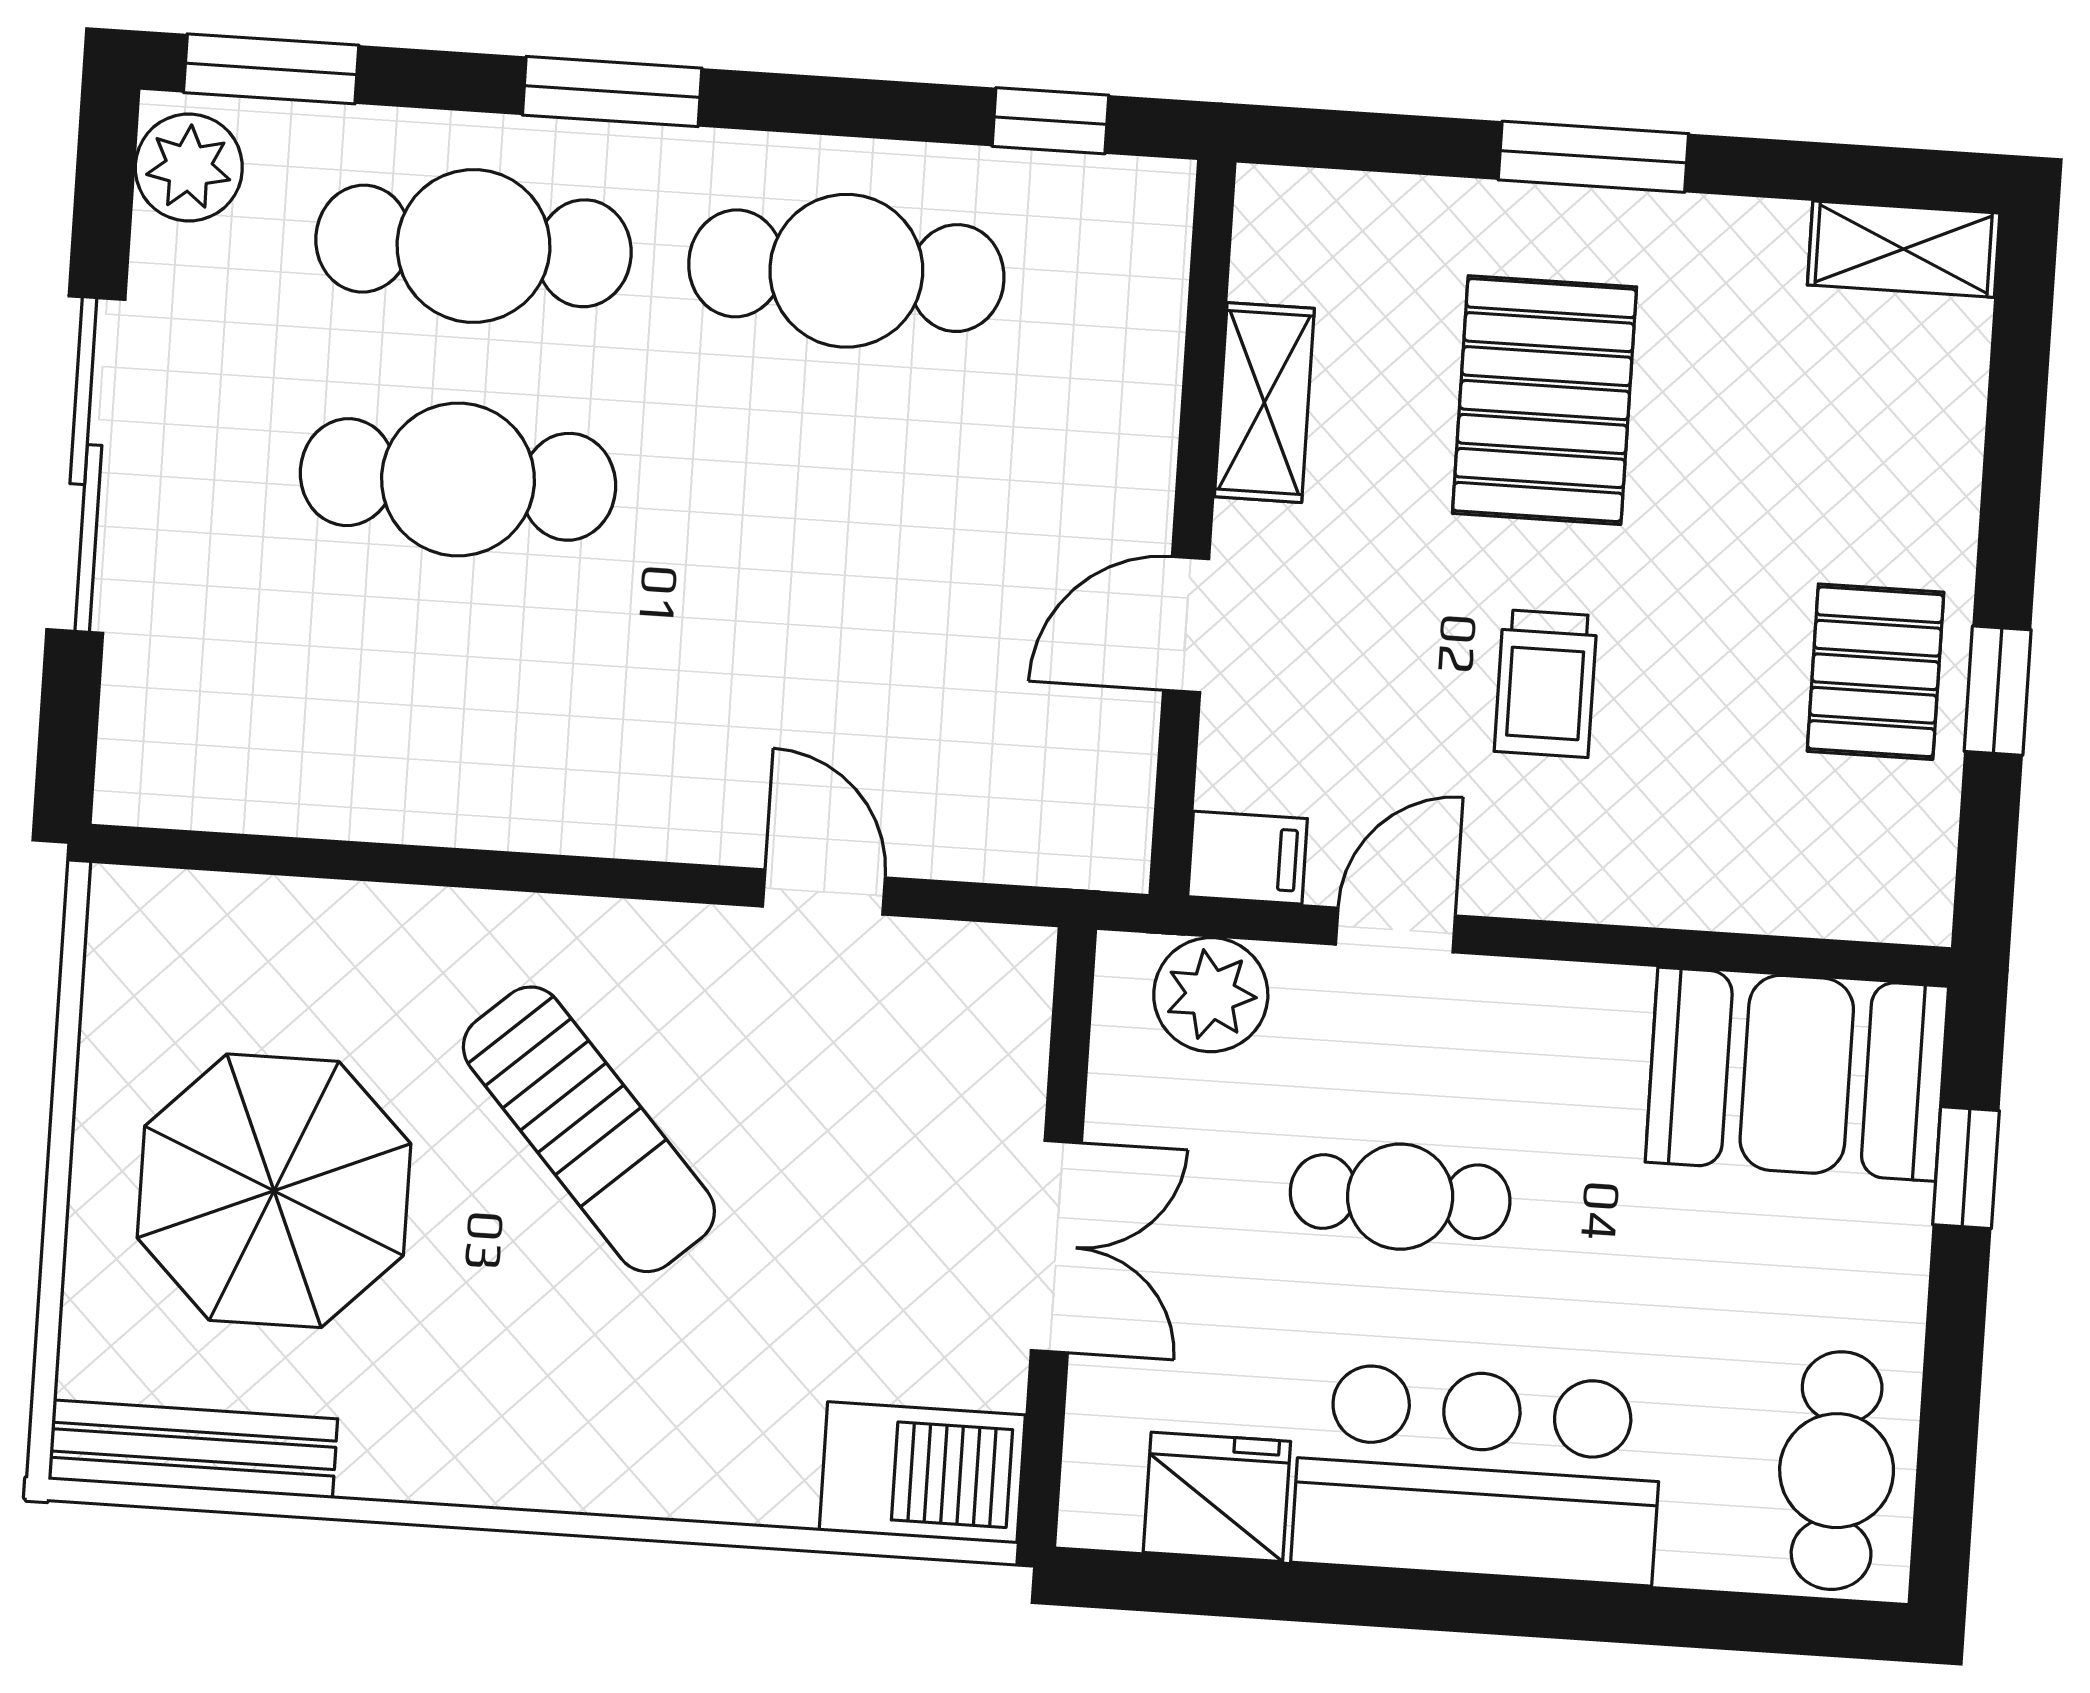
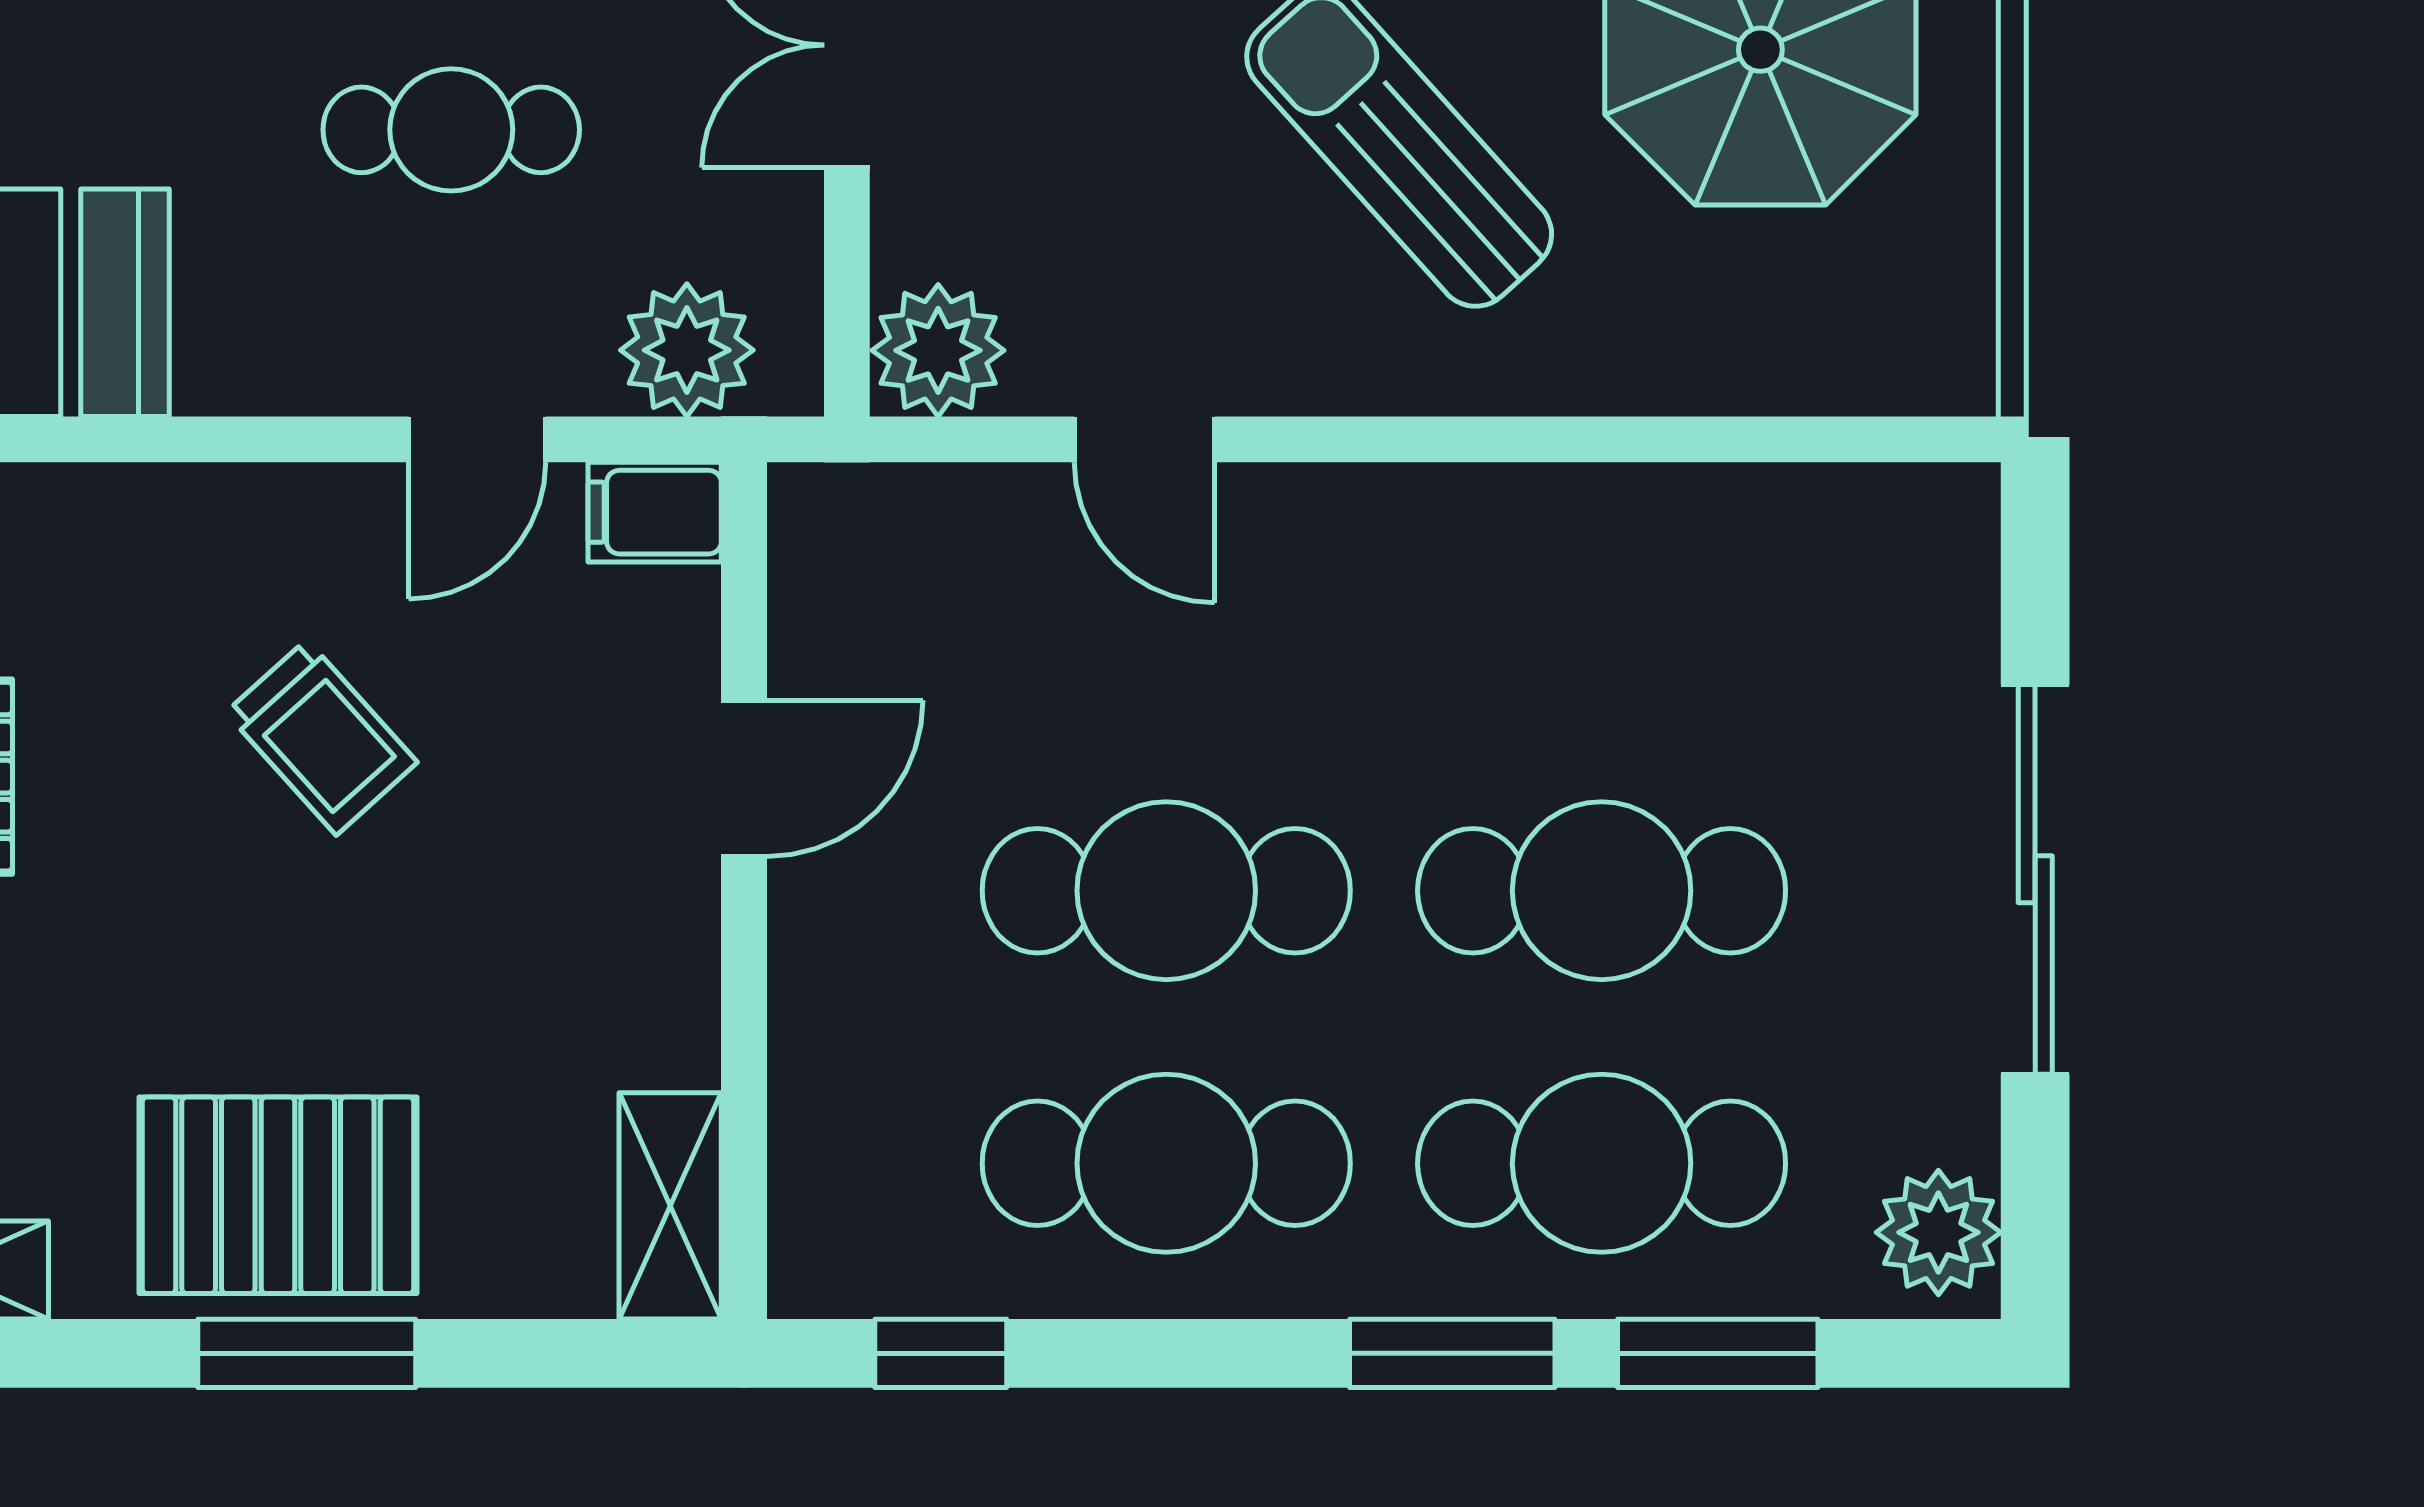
window: (271, 69) -> (1718, 1353), moved
pallet: (1545, 400) -> (278, 1195), moved, turned 90
shelving: (1264, 403) -> (670, 1206), moved
cafe table: (831, 504) -> (1166, 891), added
trolley: (1546, 684) -> (322, 737), turned 138
plant: (996, 980) -> (938, 350), added

